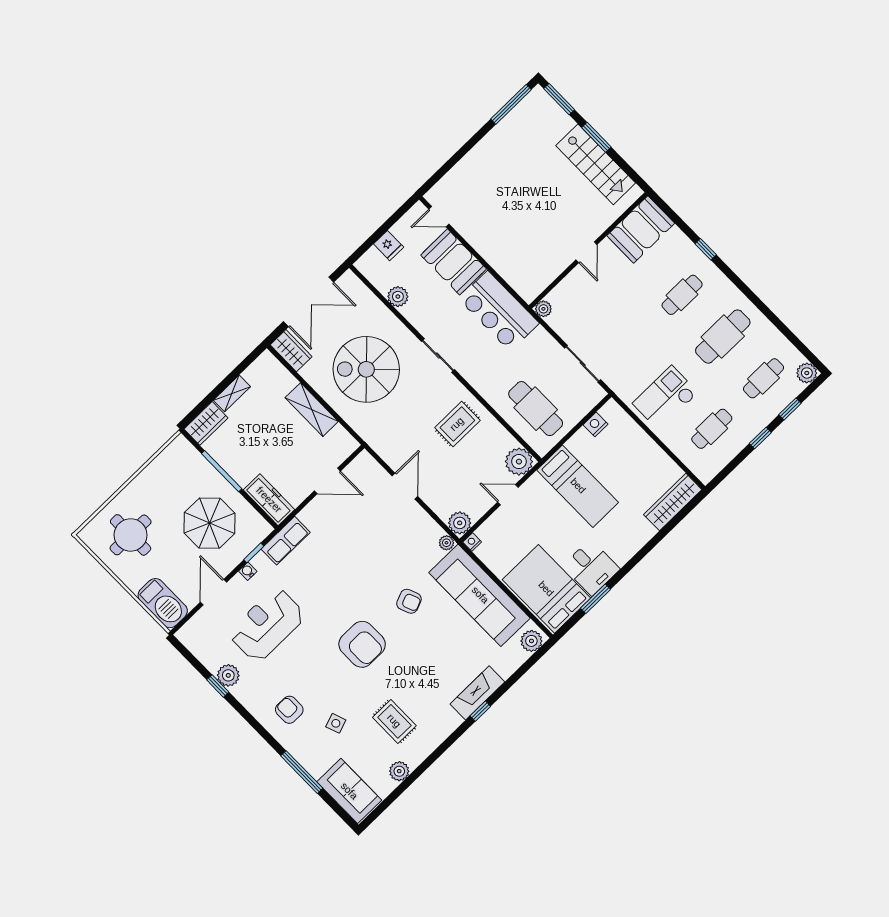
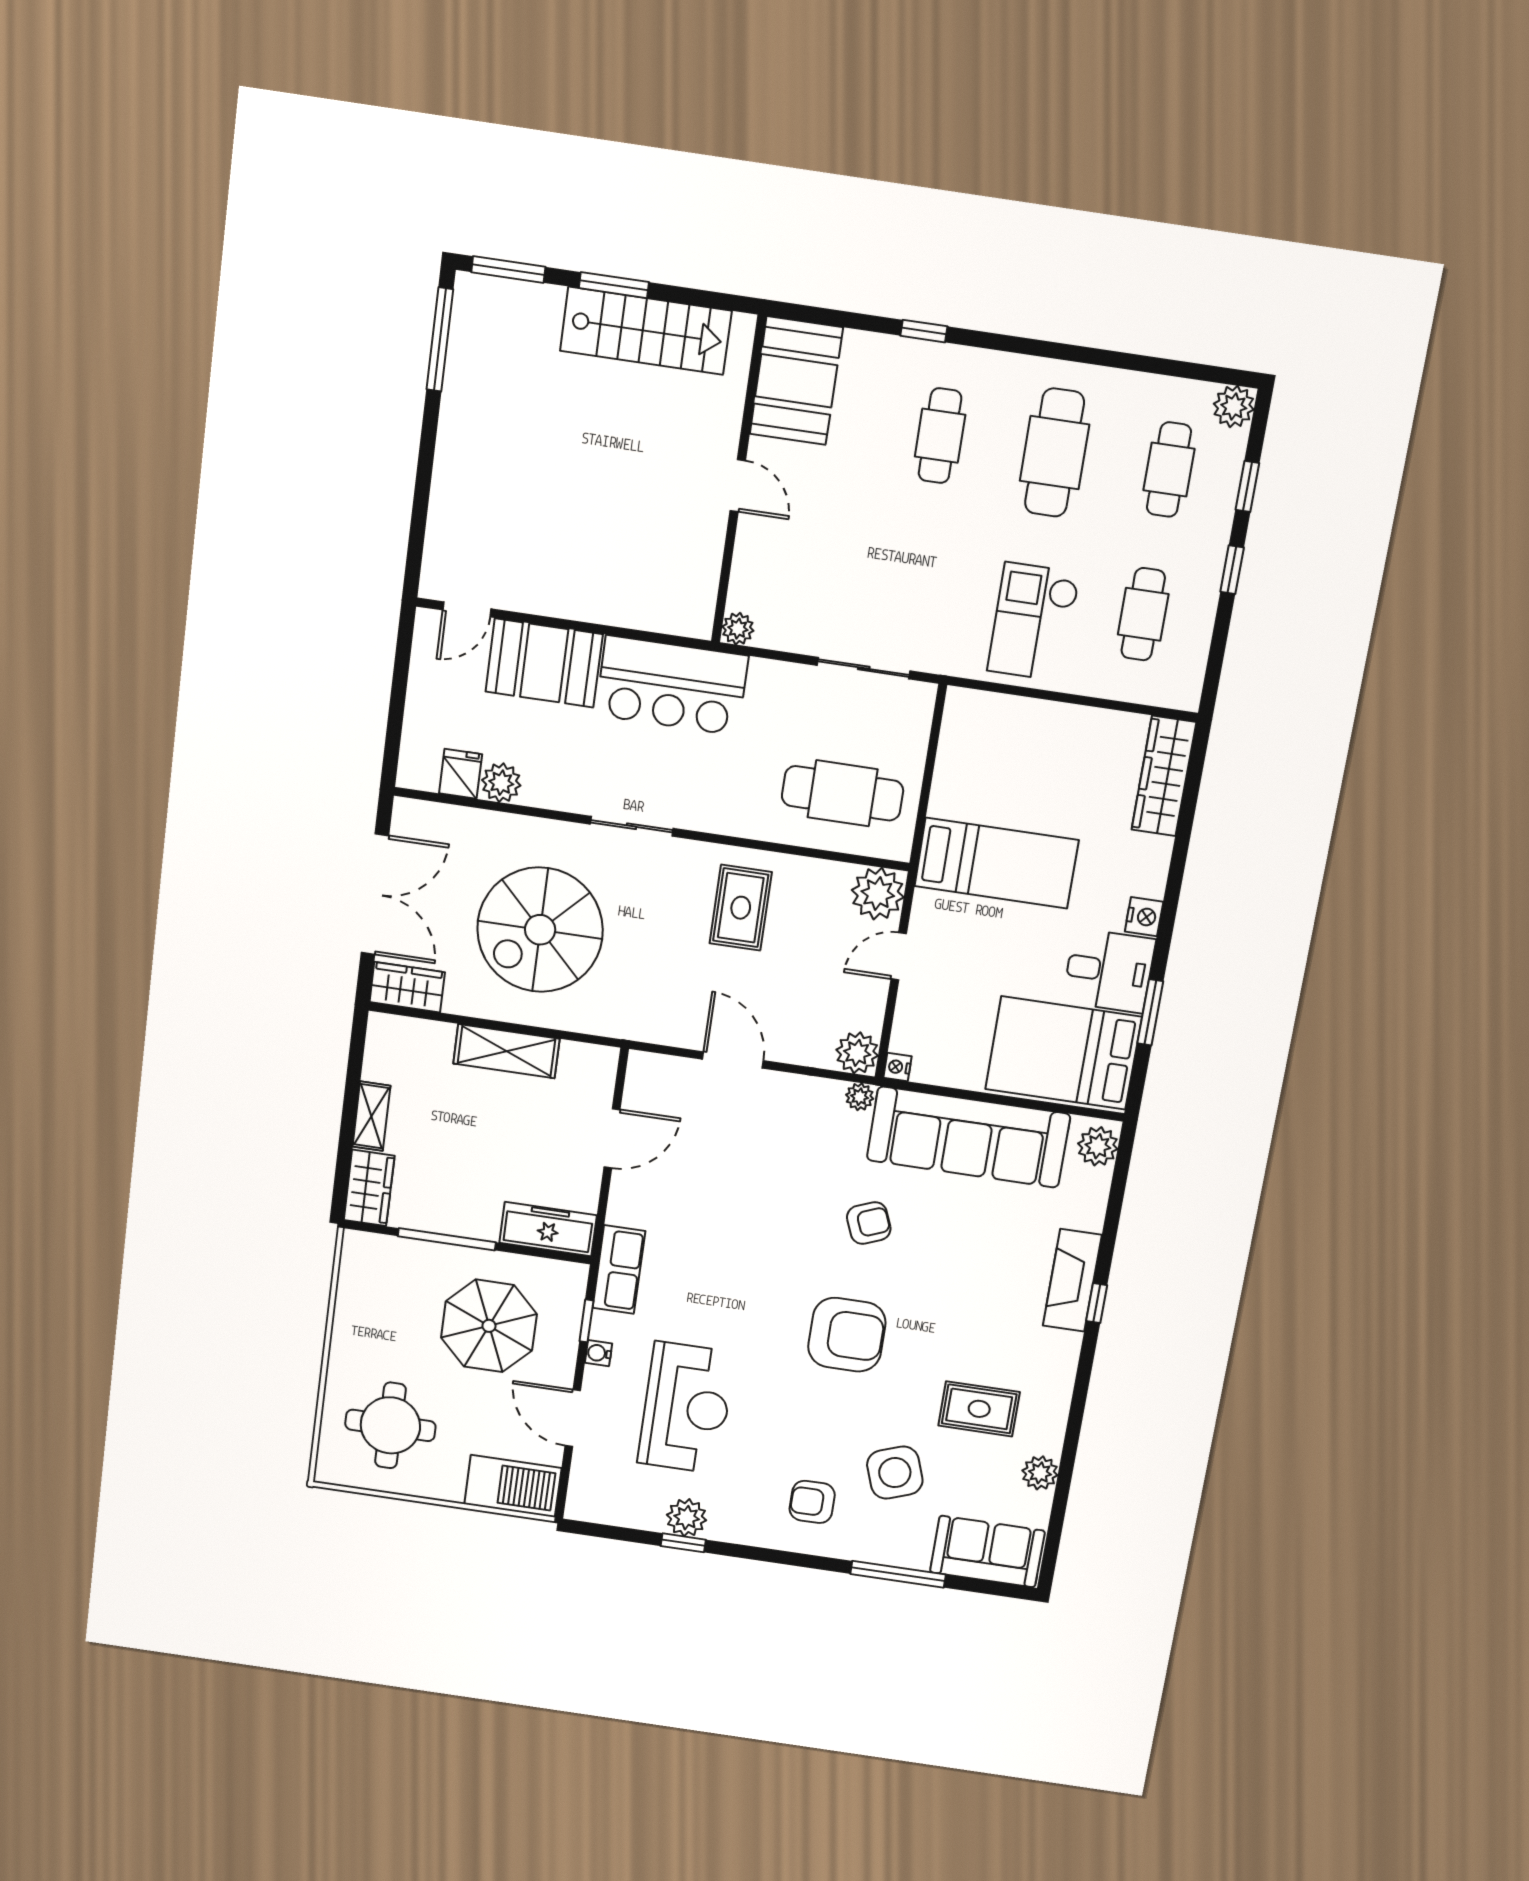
fridge: (389, 246) -> (461, 774), moved, turned -90
nightstand: (595, 424) -> (1144, 917), moved, turned 180
reception desk: (267, 625) -> (686, 1408), turned 180
side table: (336, 723) -> (895, 1473), width x1.87, depth x1.87

